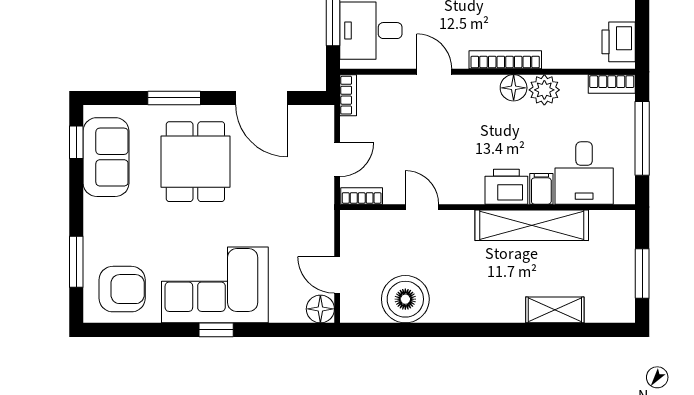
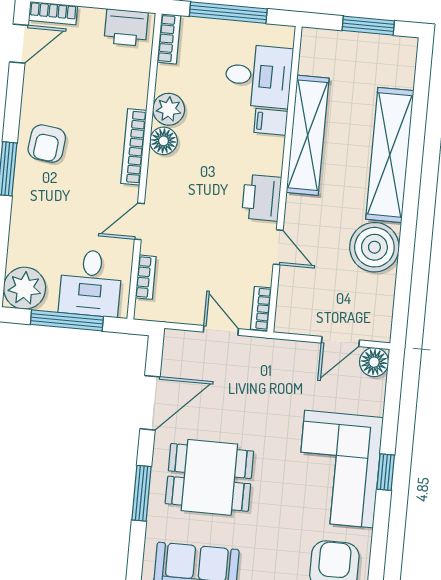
bookcase: (348, 95) -> (146, 277), moved, turned 90
printer: (506, 187) -> (262, 198), moved
door: (422, 207) -> (278, 247), swing flipped
boiler: (405, 299) -> (374, 247), moved
shelving: (555, 310) -> (390, 155), width x2.20, depth x1.33

